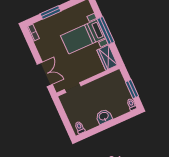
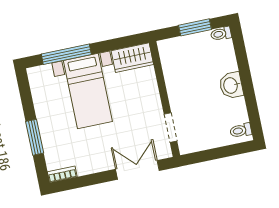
window: (106, 31) -> (66, 54), moved

